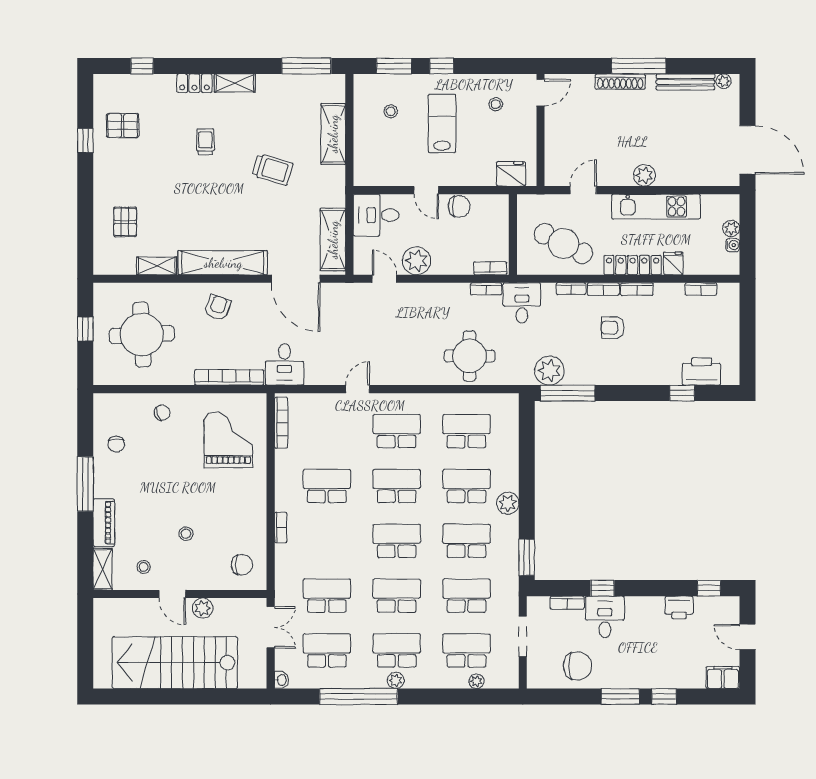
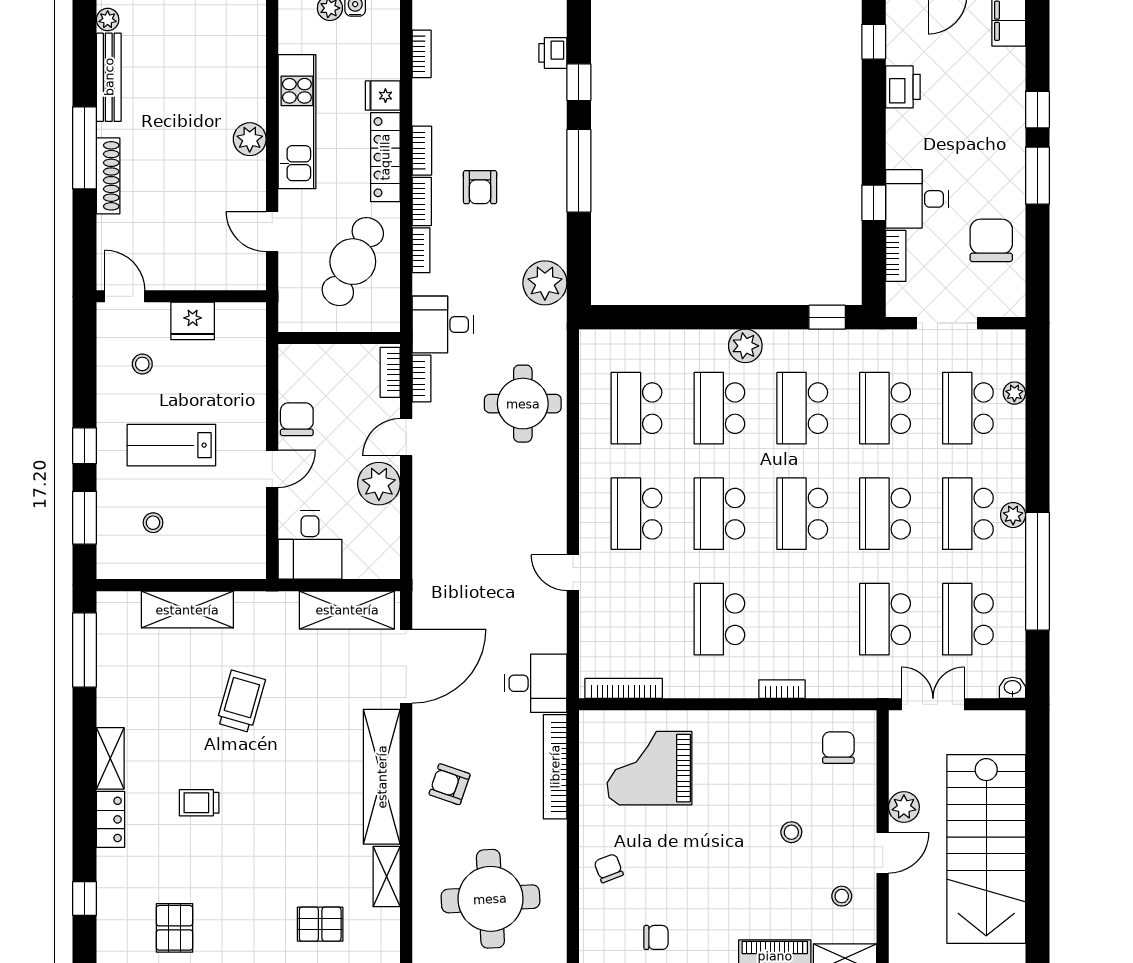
fridge: (511, 174) -> (193, 321), moved, turned -90
door: (384, 279) -> (406, 437), moved
printer: (702, 371) -> (553, 53), width x0.53, depth x0.68
window: (568, 393) -> (579, 171), moved
window: (527, 557) -> (827, 317), width x0.67

